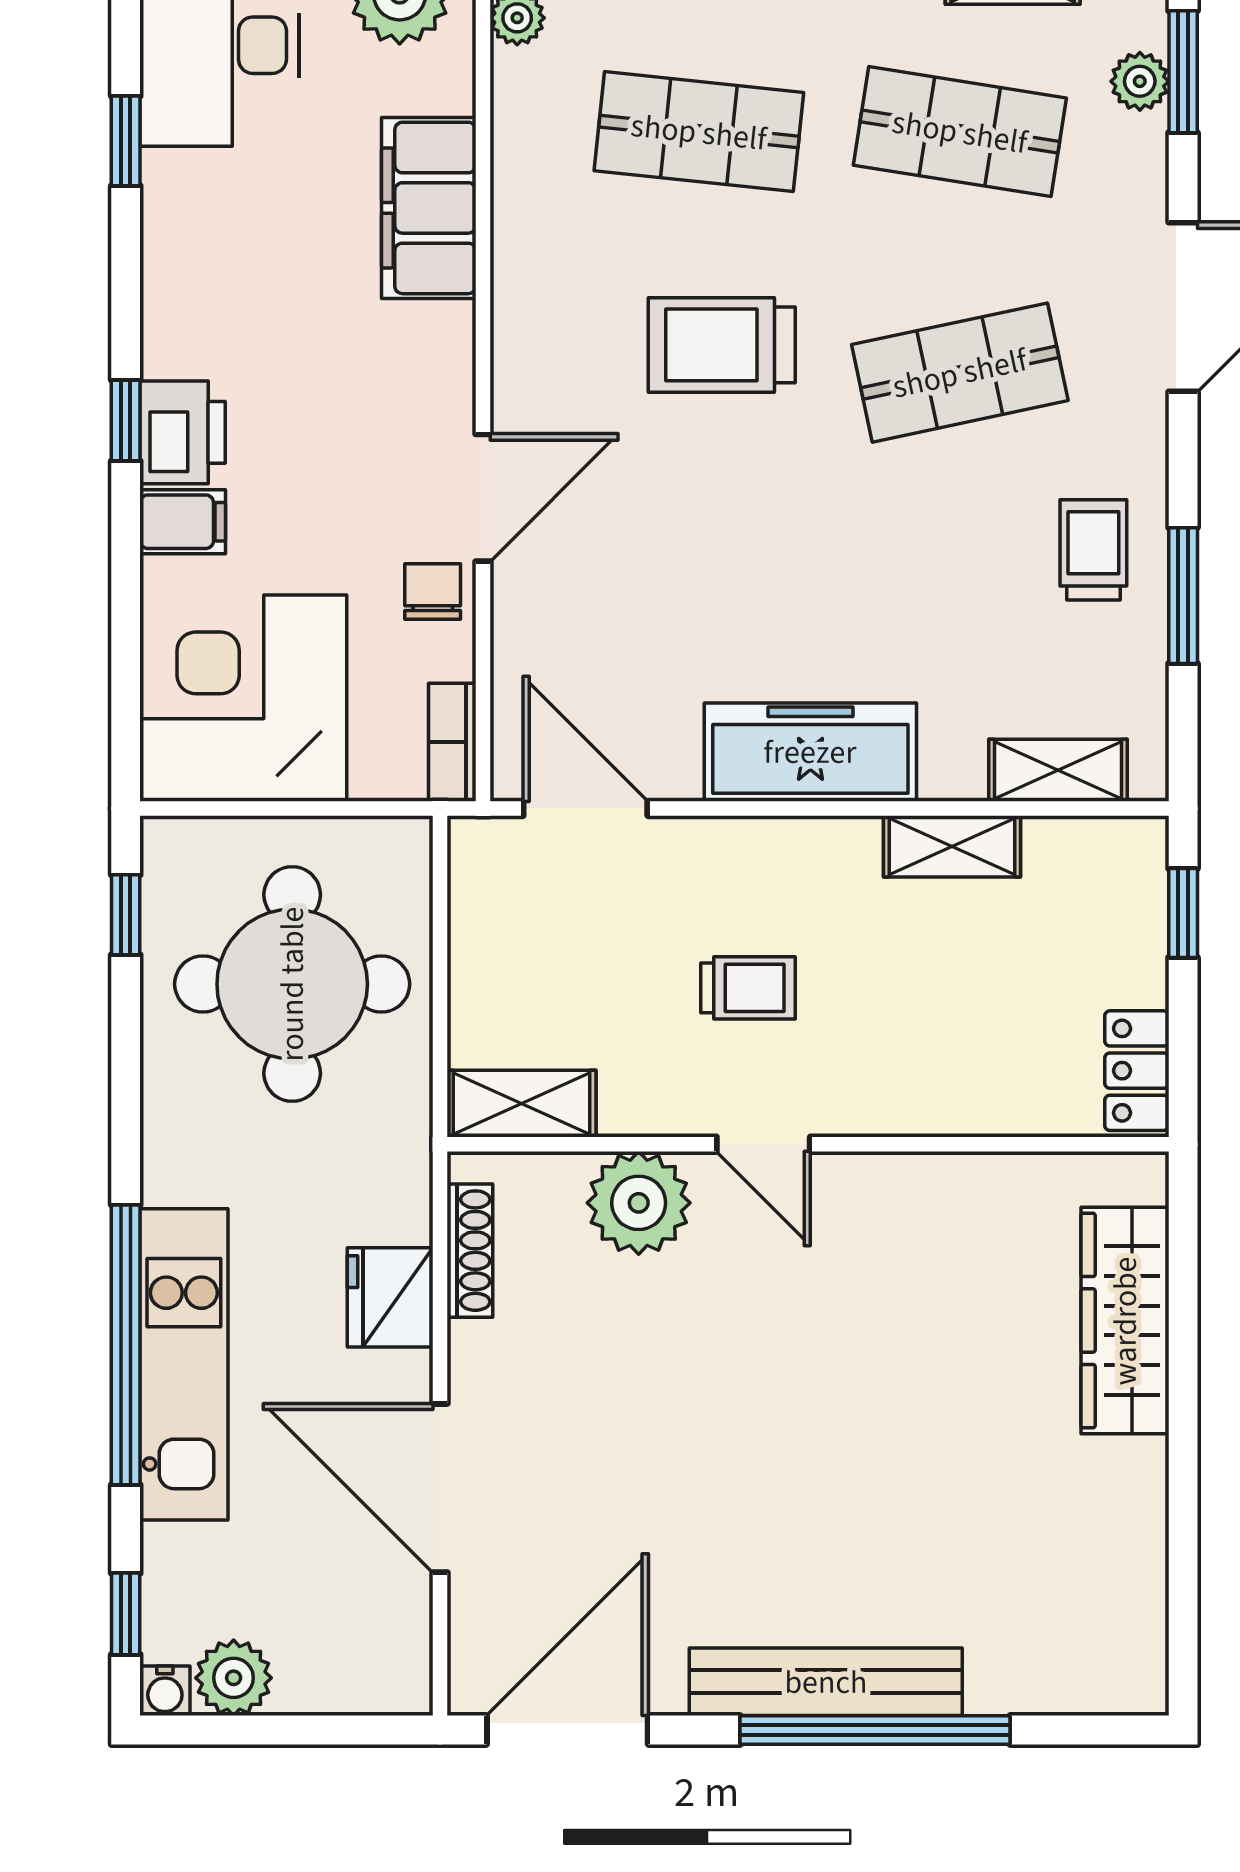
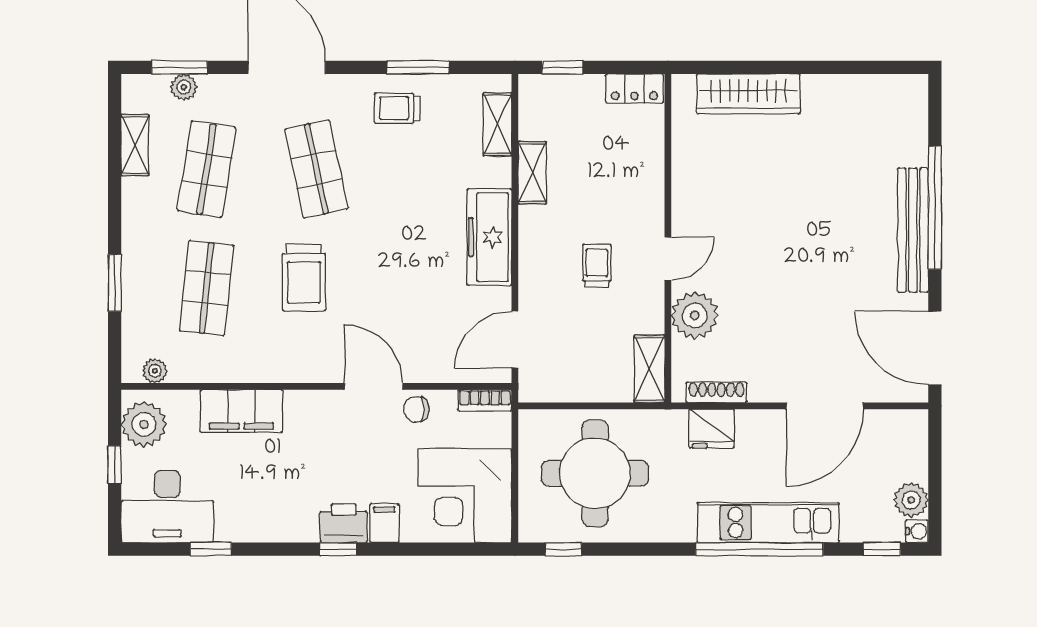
fridge: (390, 1297) -> (712, 429), moved

